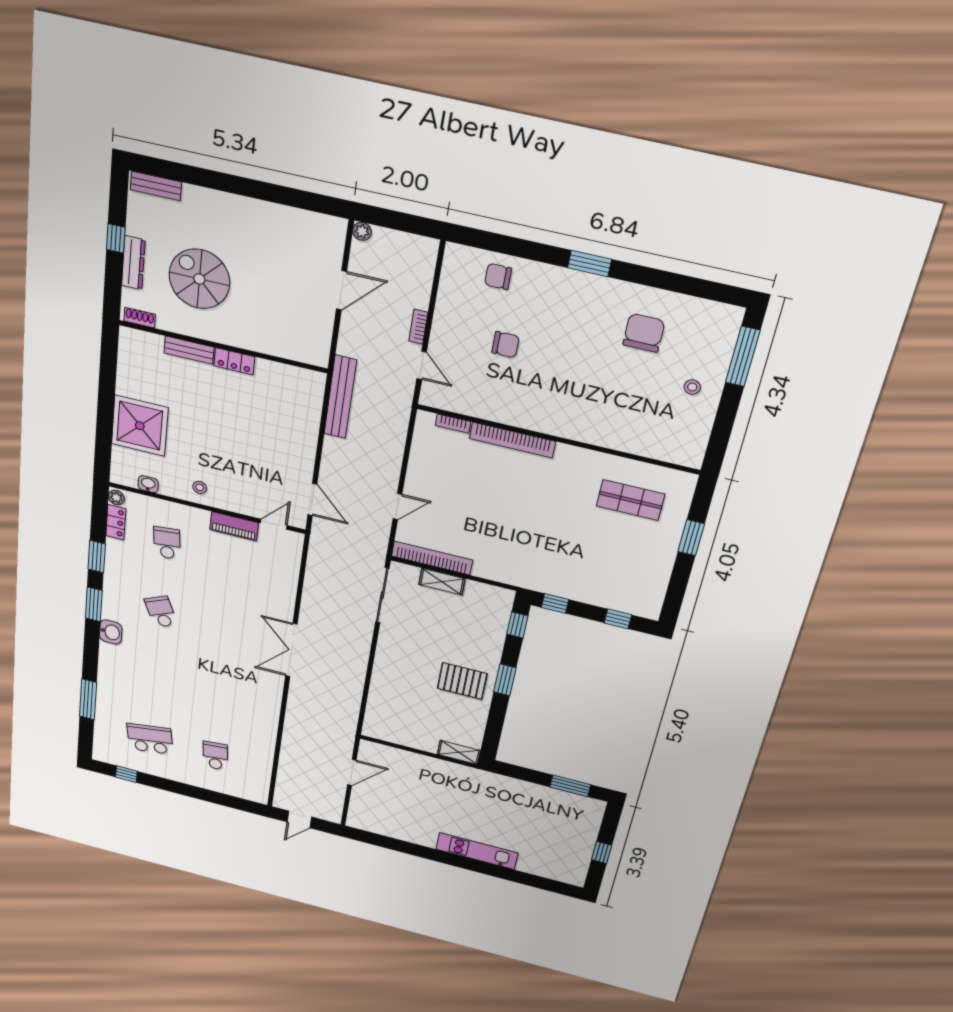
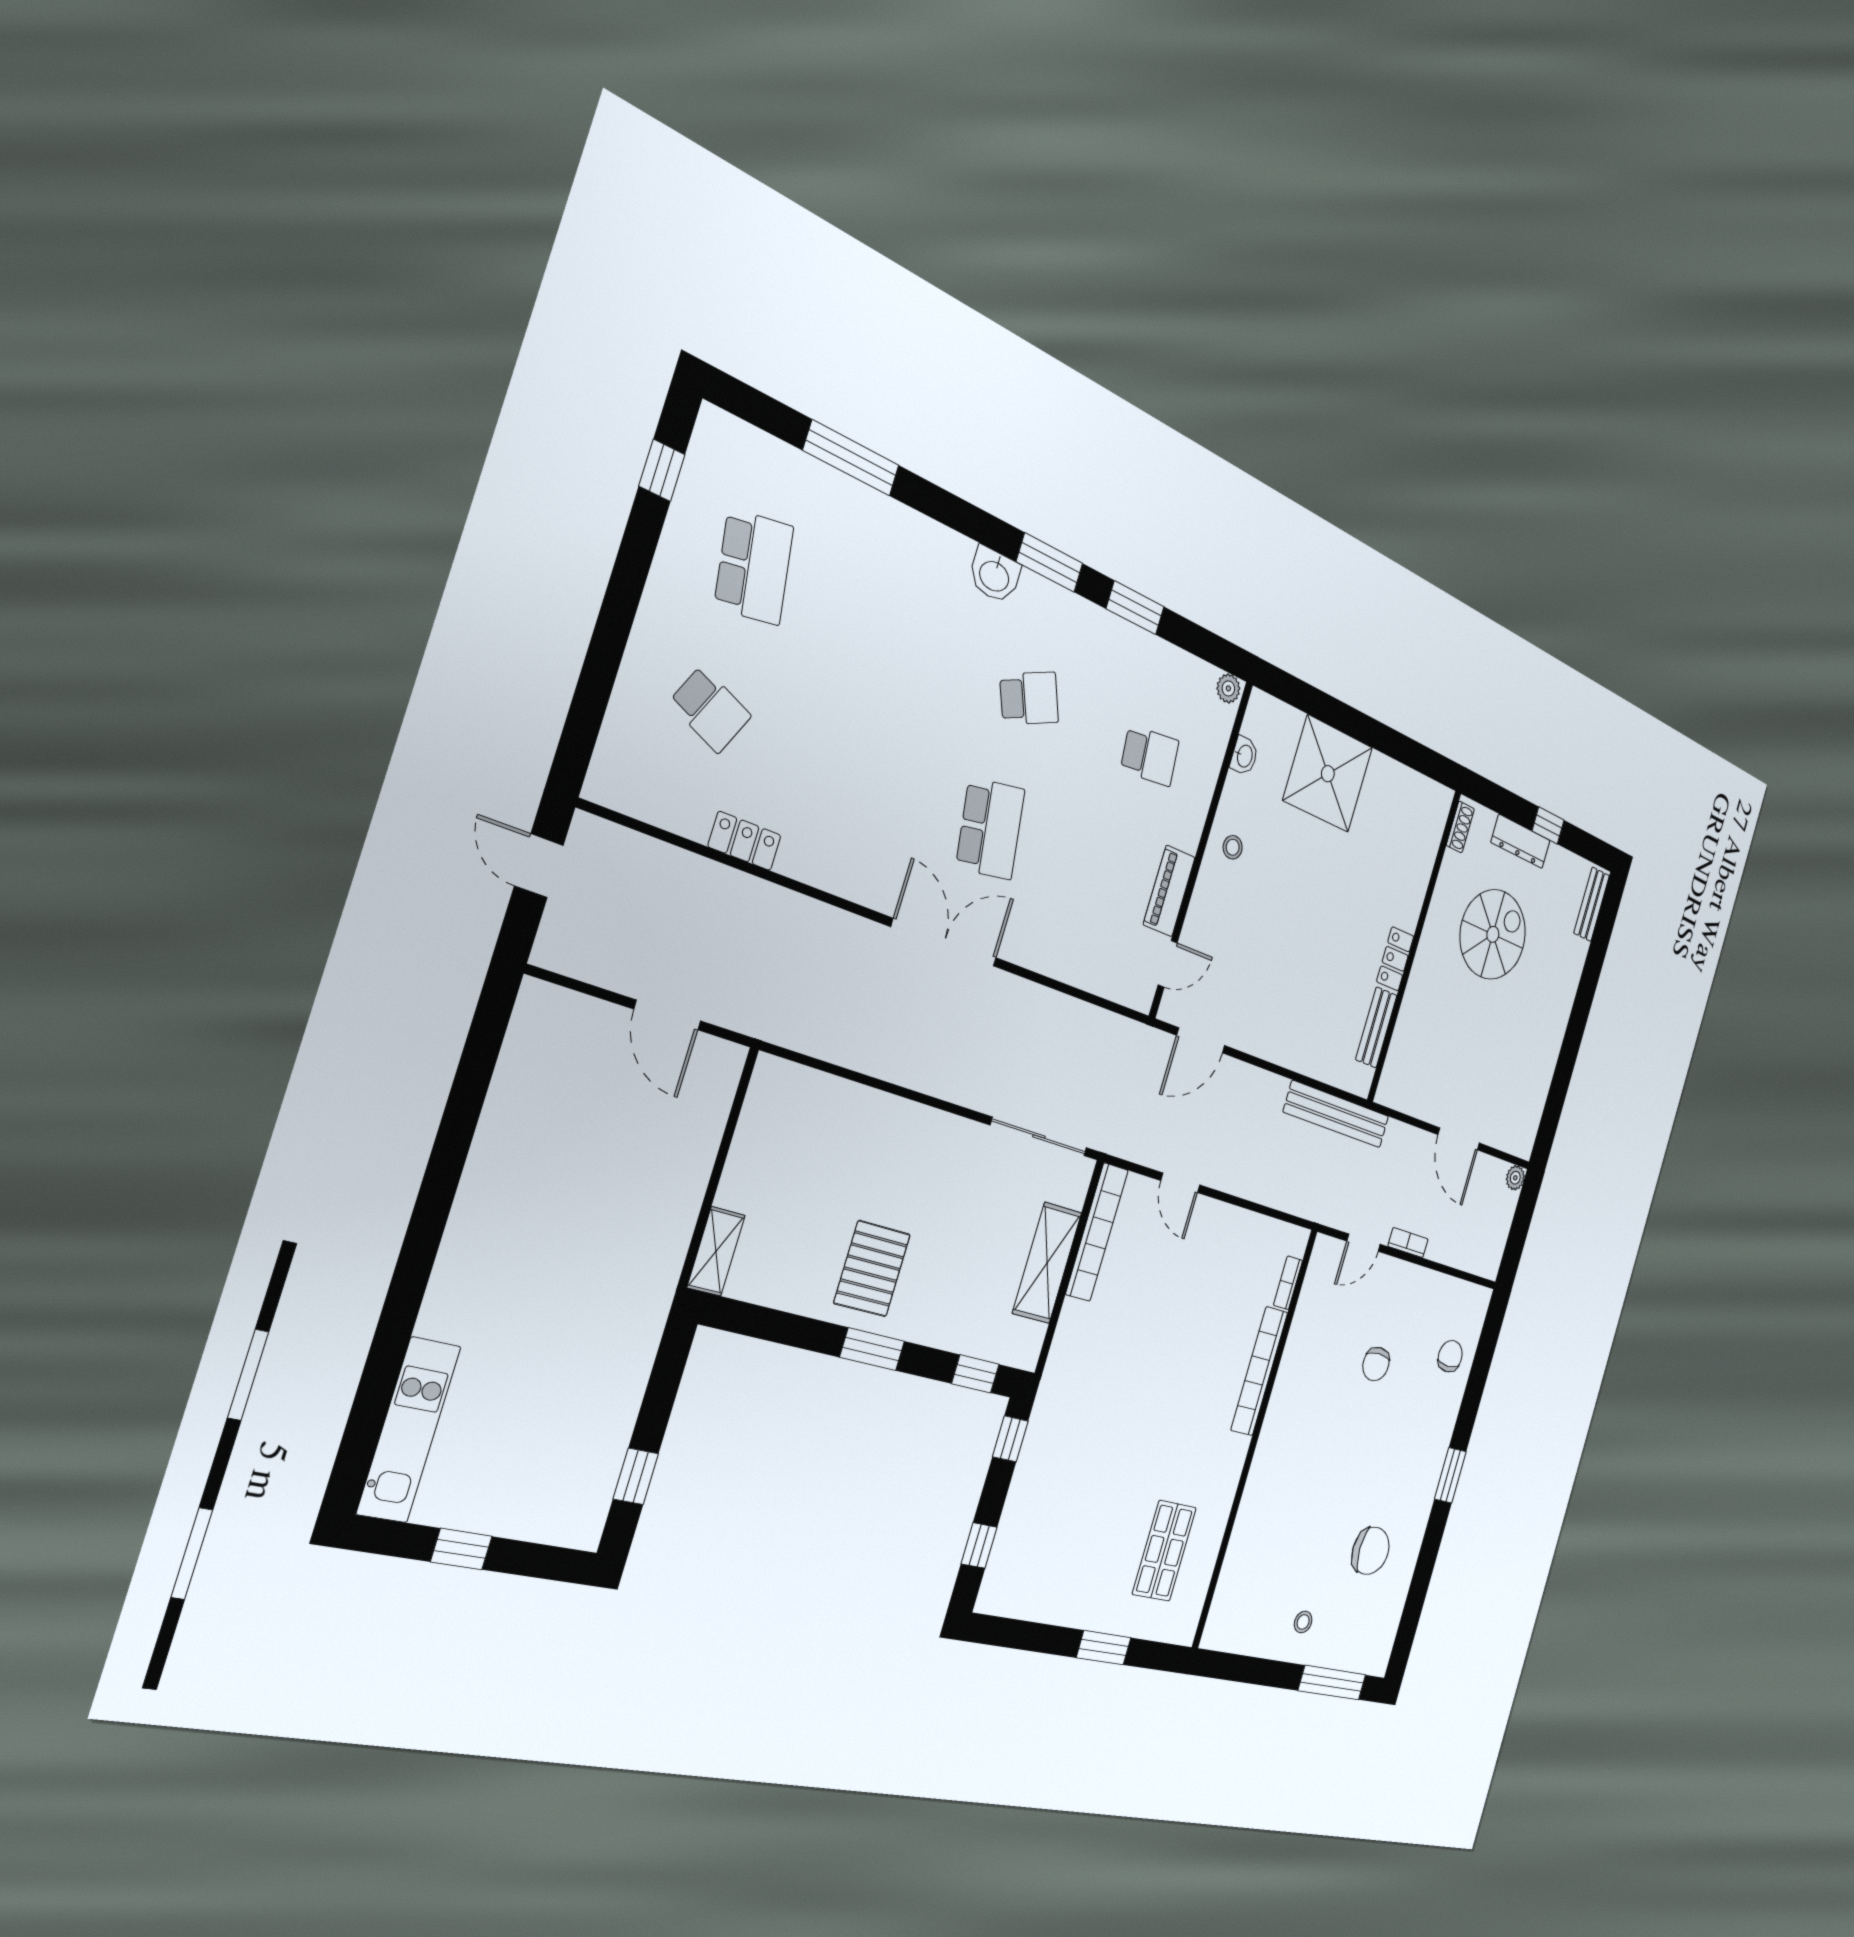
bench: (189, 350) -> (1376, 1027), moved
locker: (116, 522) -> (745, 841), moved, turned 180
door: (274, 524) -> (1168, 964), hinge flipped
shelving: (442, 582) -> (1047, 1263), width x1.50, depth x1.33
school desk: (230, 629) -> (990, 829), added
school desk: (215, 756) -> (710, 709), turned 30
window: (570, 786) -> (636, 1476), width x0.67
kitchen unit: (477, 851) -> (409, 1430), moved

